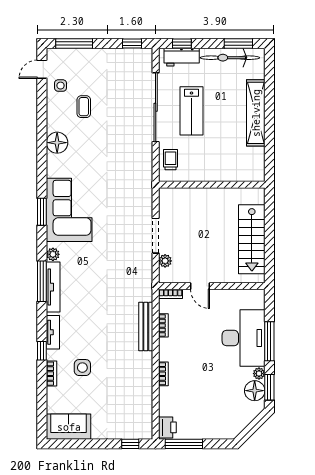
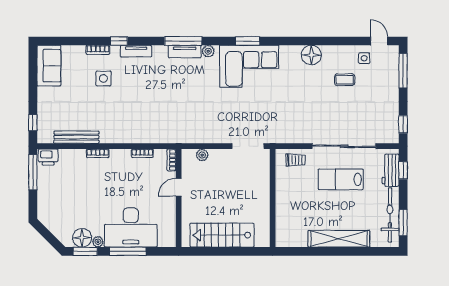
doorway: (156, 236) -> (248, 146), moved
tv unit: (53, 287) -> (185, 51), width x0.71
bench: (146, 327) -> (76, 137), moved

